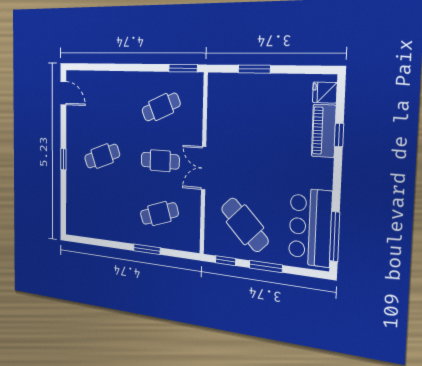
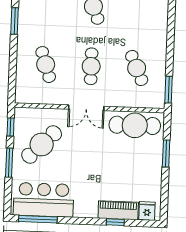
cafe table: (222, 109) -> (135, 125), added
double door: (204, 168) -> (86, 108), swing flipped
window: (147, 249) -> (15, 21), moved

